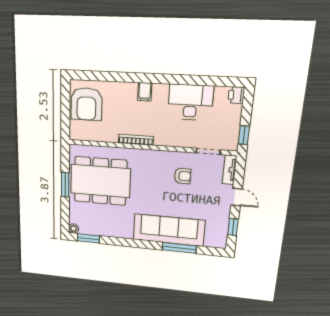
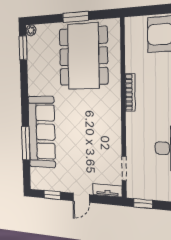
armchair: (183, 176) -> (97, 144), removed

